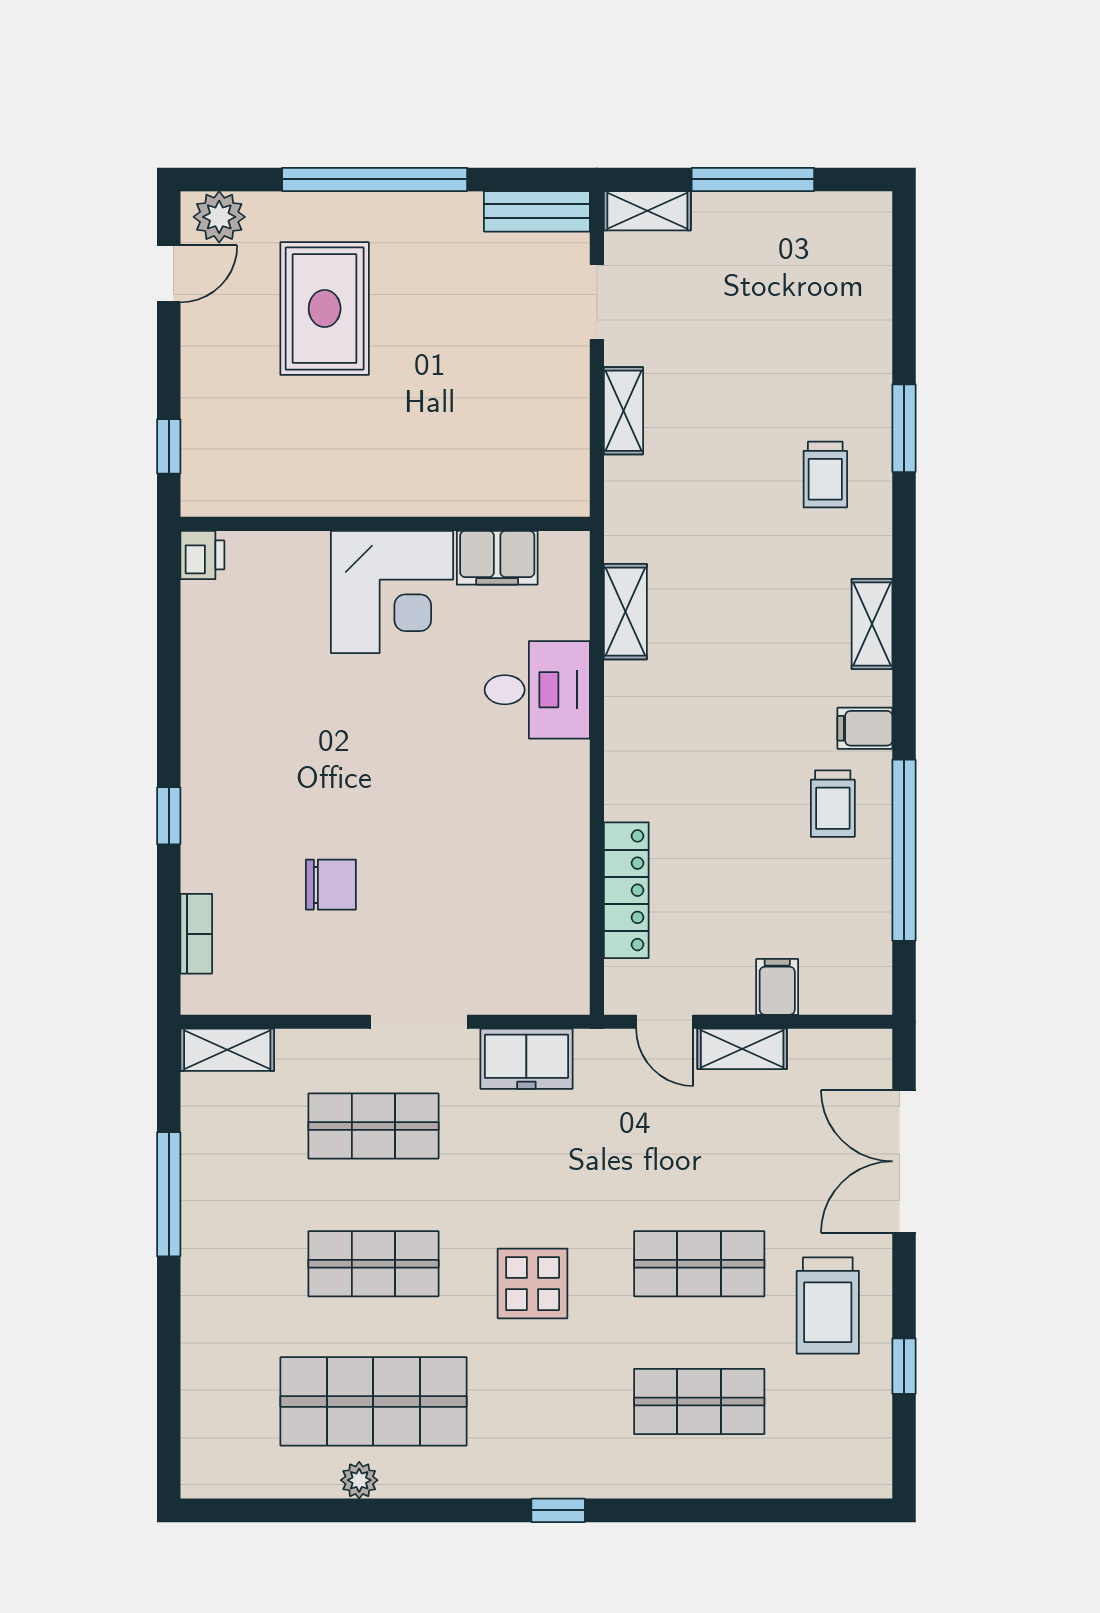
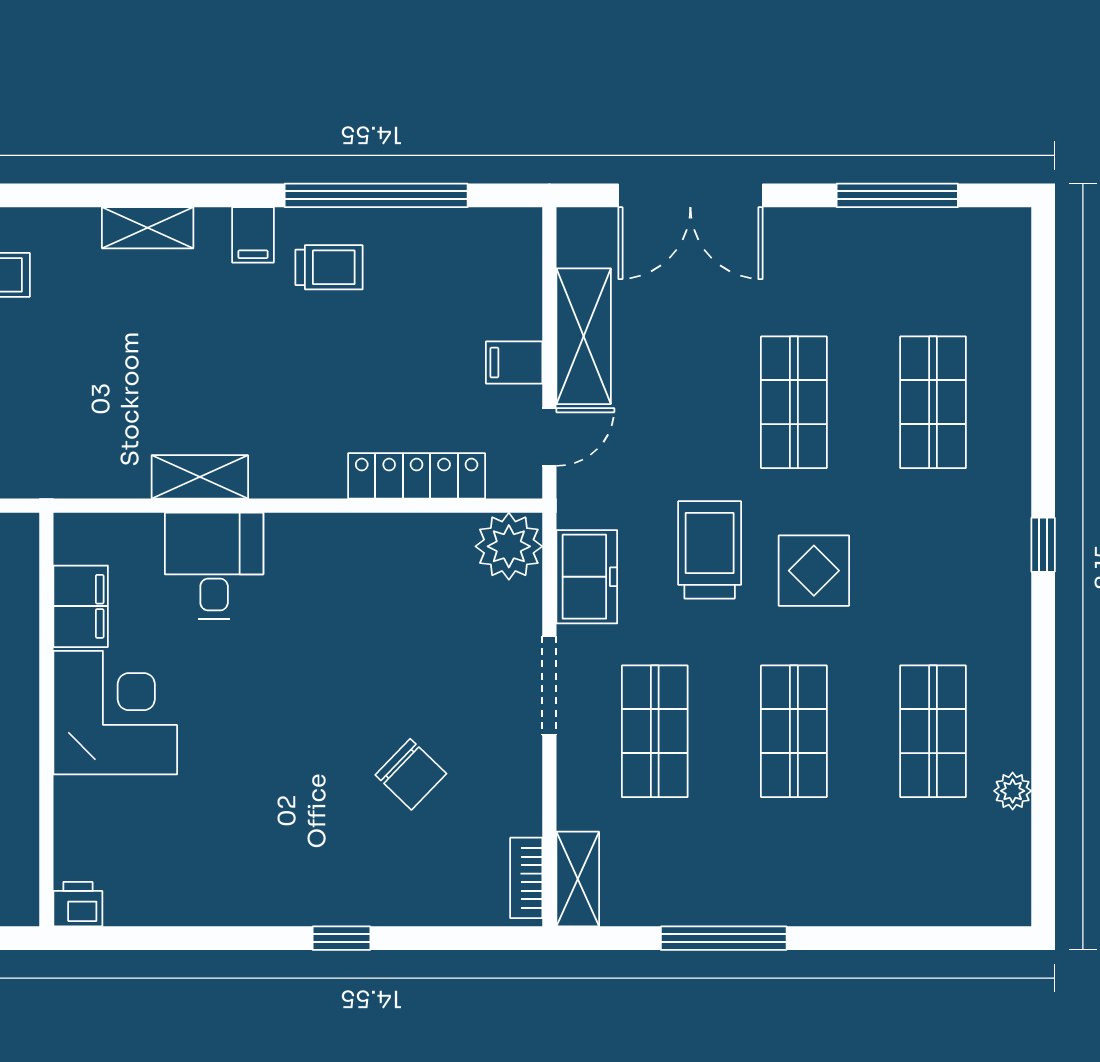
shelving: (625, 612) -> (200, 477), moved
chair: (331, 885) -> (411, 774), turned 134
bookcase: (196, 934) -> (526, 878), moved, turned -90
plant: (557, 982) -> (509, 546), added
filing cabinet: (777, 987) -> (514, 363), moved
shelving: (742, 1049) -> (584, 336), width x1.50, depth x1.33
trolley: (828, 1306) -> (710, 550), moved, turned -90
window: (904, 1366) -> (897, 195), width x2.17
shop shelf: (373, 1401) -> (933, 731), width x0.70, depth x0.74
plant: (359, 1480) -> (1013, 791), moved

